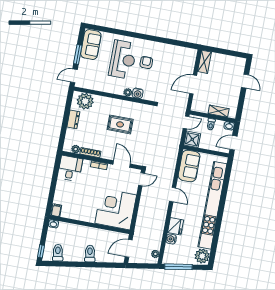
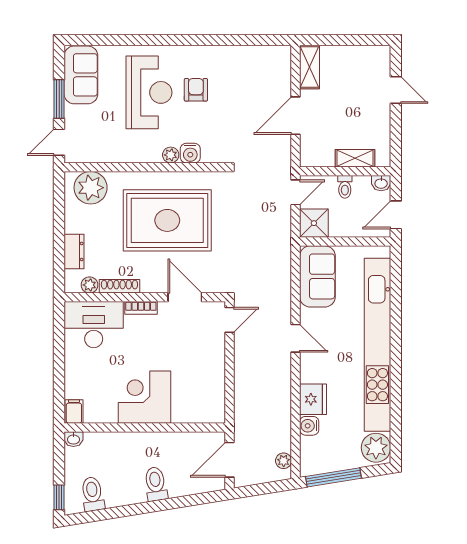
dresser: (73, 119) -> (74, 251), moved
rug: (120, 124) -> (167, 220), width x1.86, depth x2.06
desk: (70, 168) -> (94, 325), width x1.37
corner desk: (116, 209) -> (145, 397), moved, width x0.74, depth x0.74

